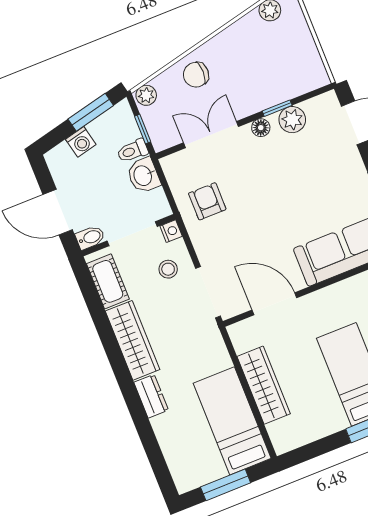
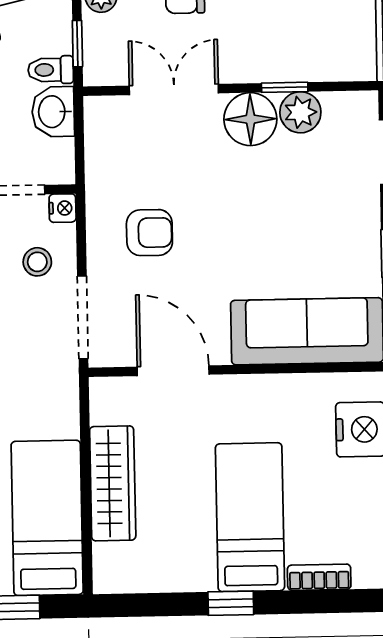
floor lamp: (261, 128) -> (250, 119), width x1.89, depth x1.89
armchair: (207, 201) -> (149, 233), moved, turned 90

